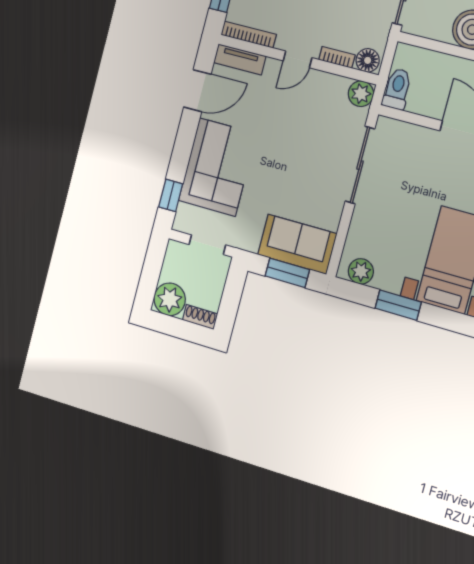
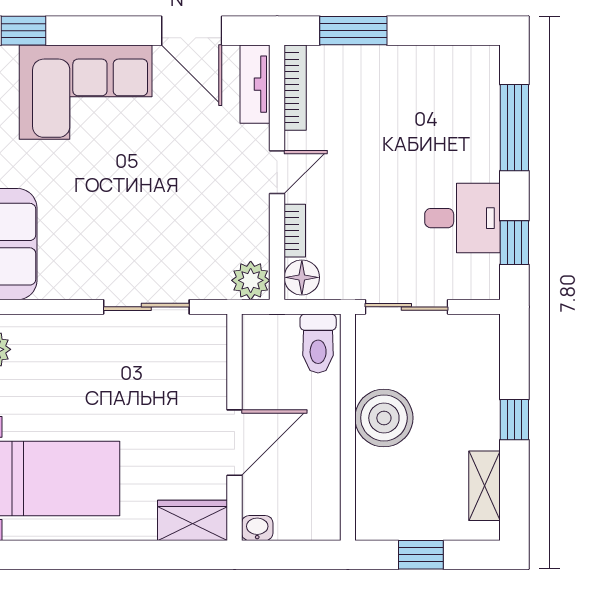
door: (297, 59) -> (277, 172), swing flipped
toilet: (397, 89) -> (318, 343), moved, turned 90
sliding door: (360, 165) -> (146, 307), width x0.73

